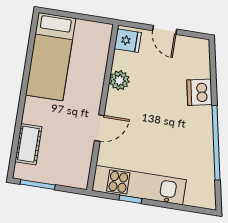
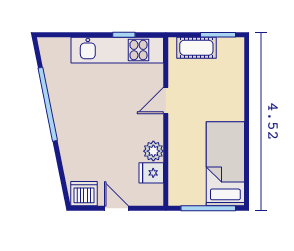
window: (74, 16) -> (208, 208), added
fridge: (128, 41) -> (151, 173), moved
dishwasher: (199, 92) -> (84, 194), moved, turned -79
cot: (28, 144) -> (196, 48), moved, turned 90

